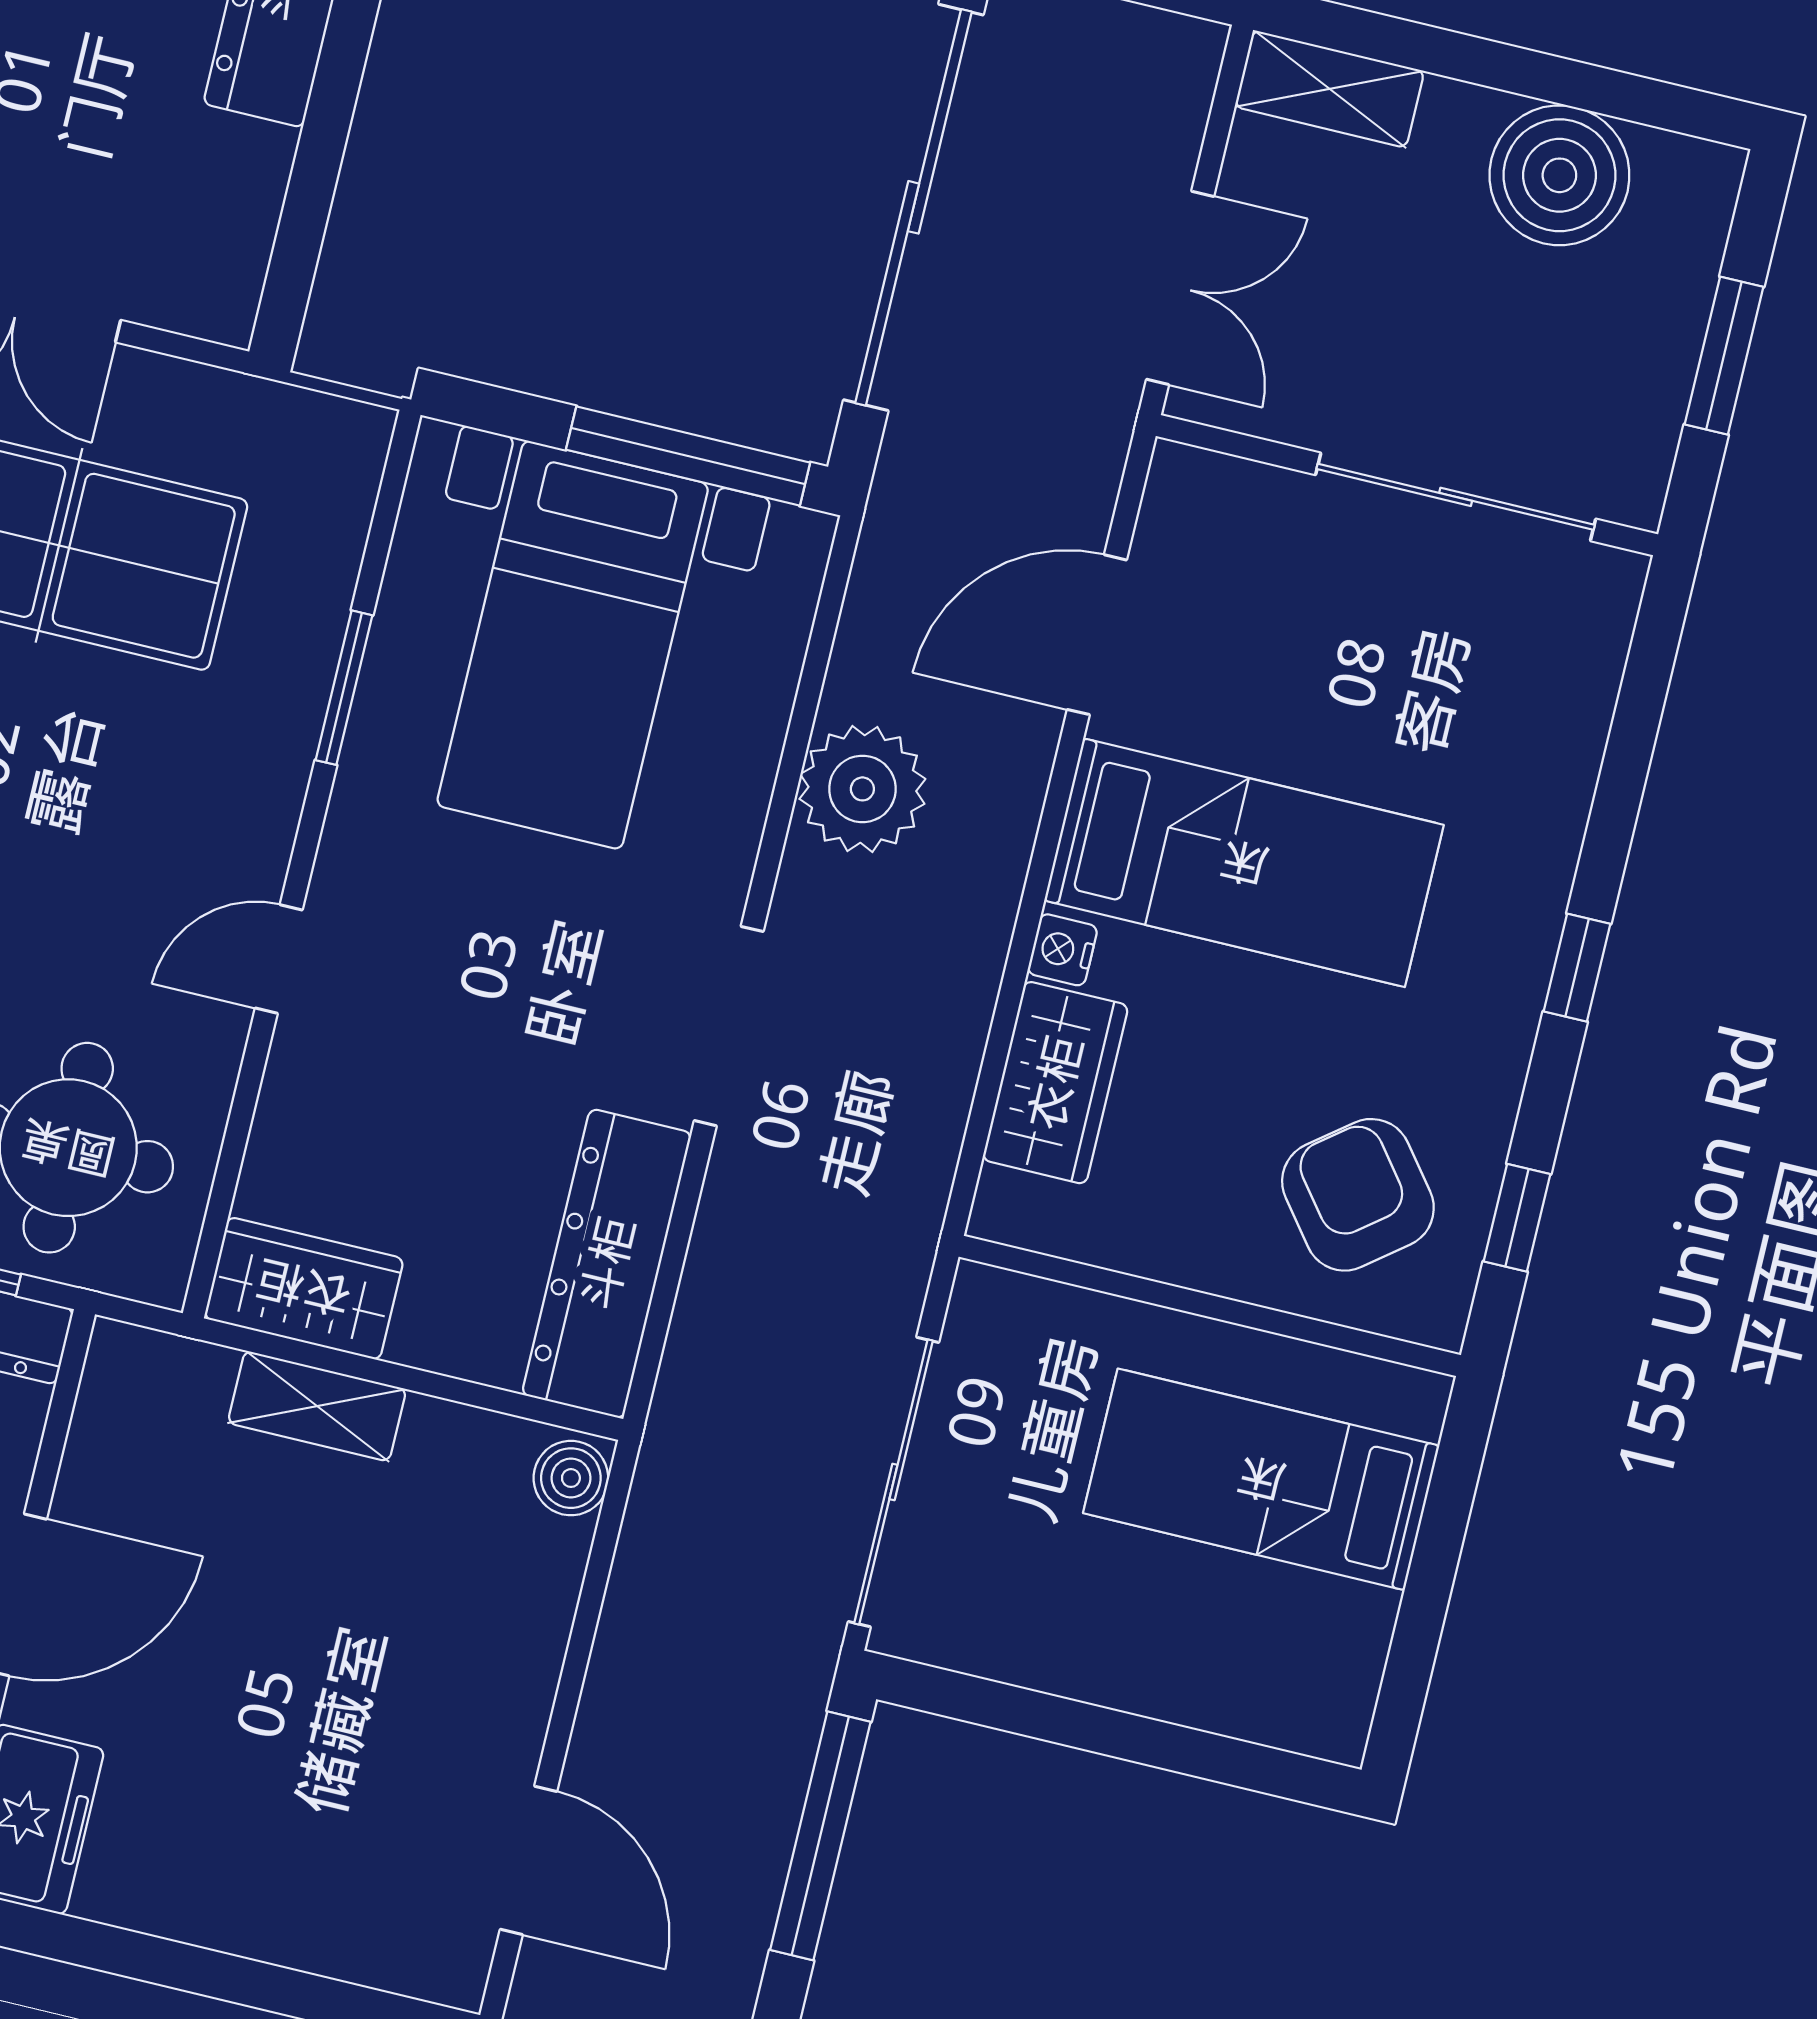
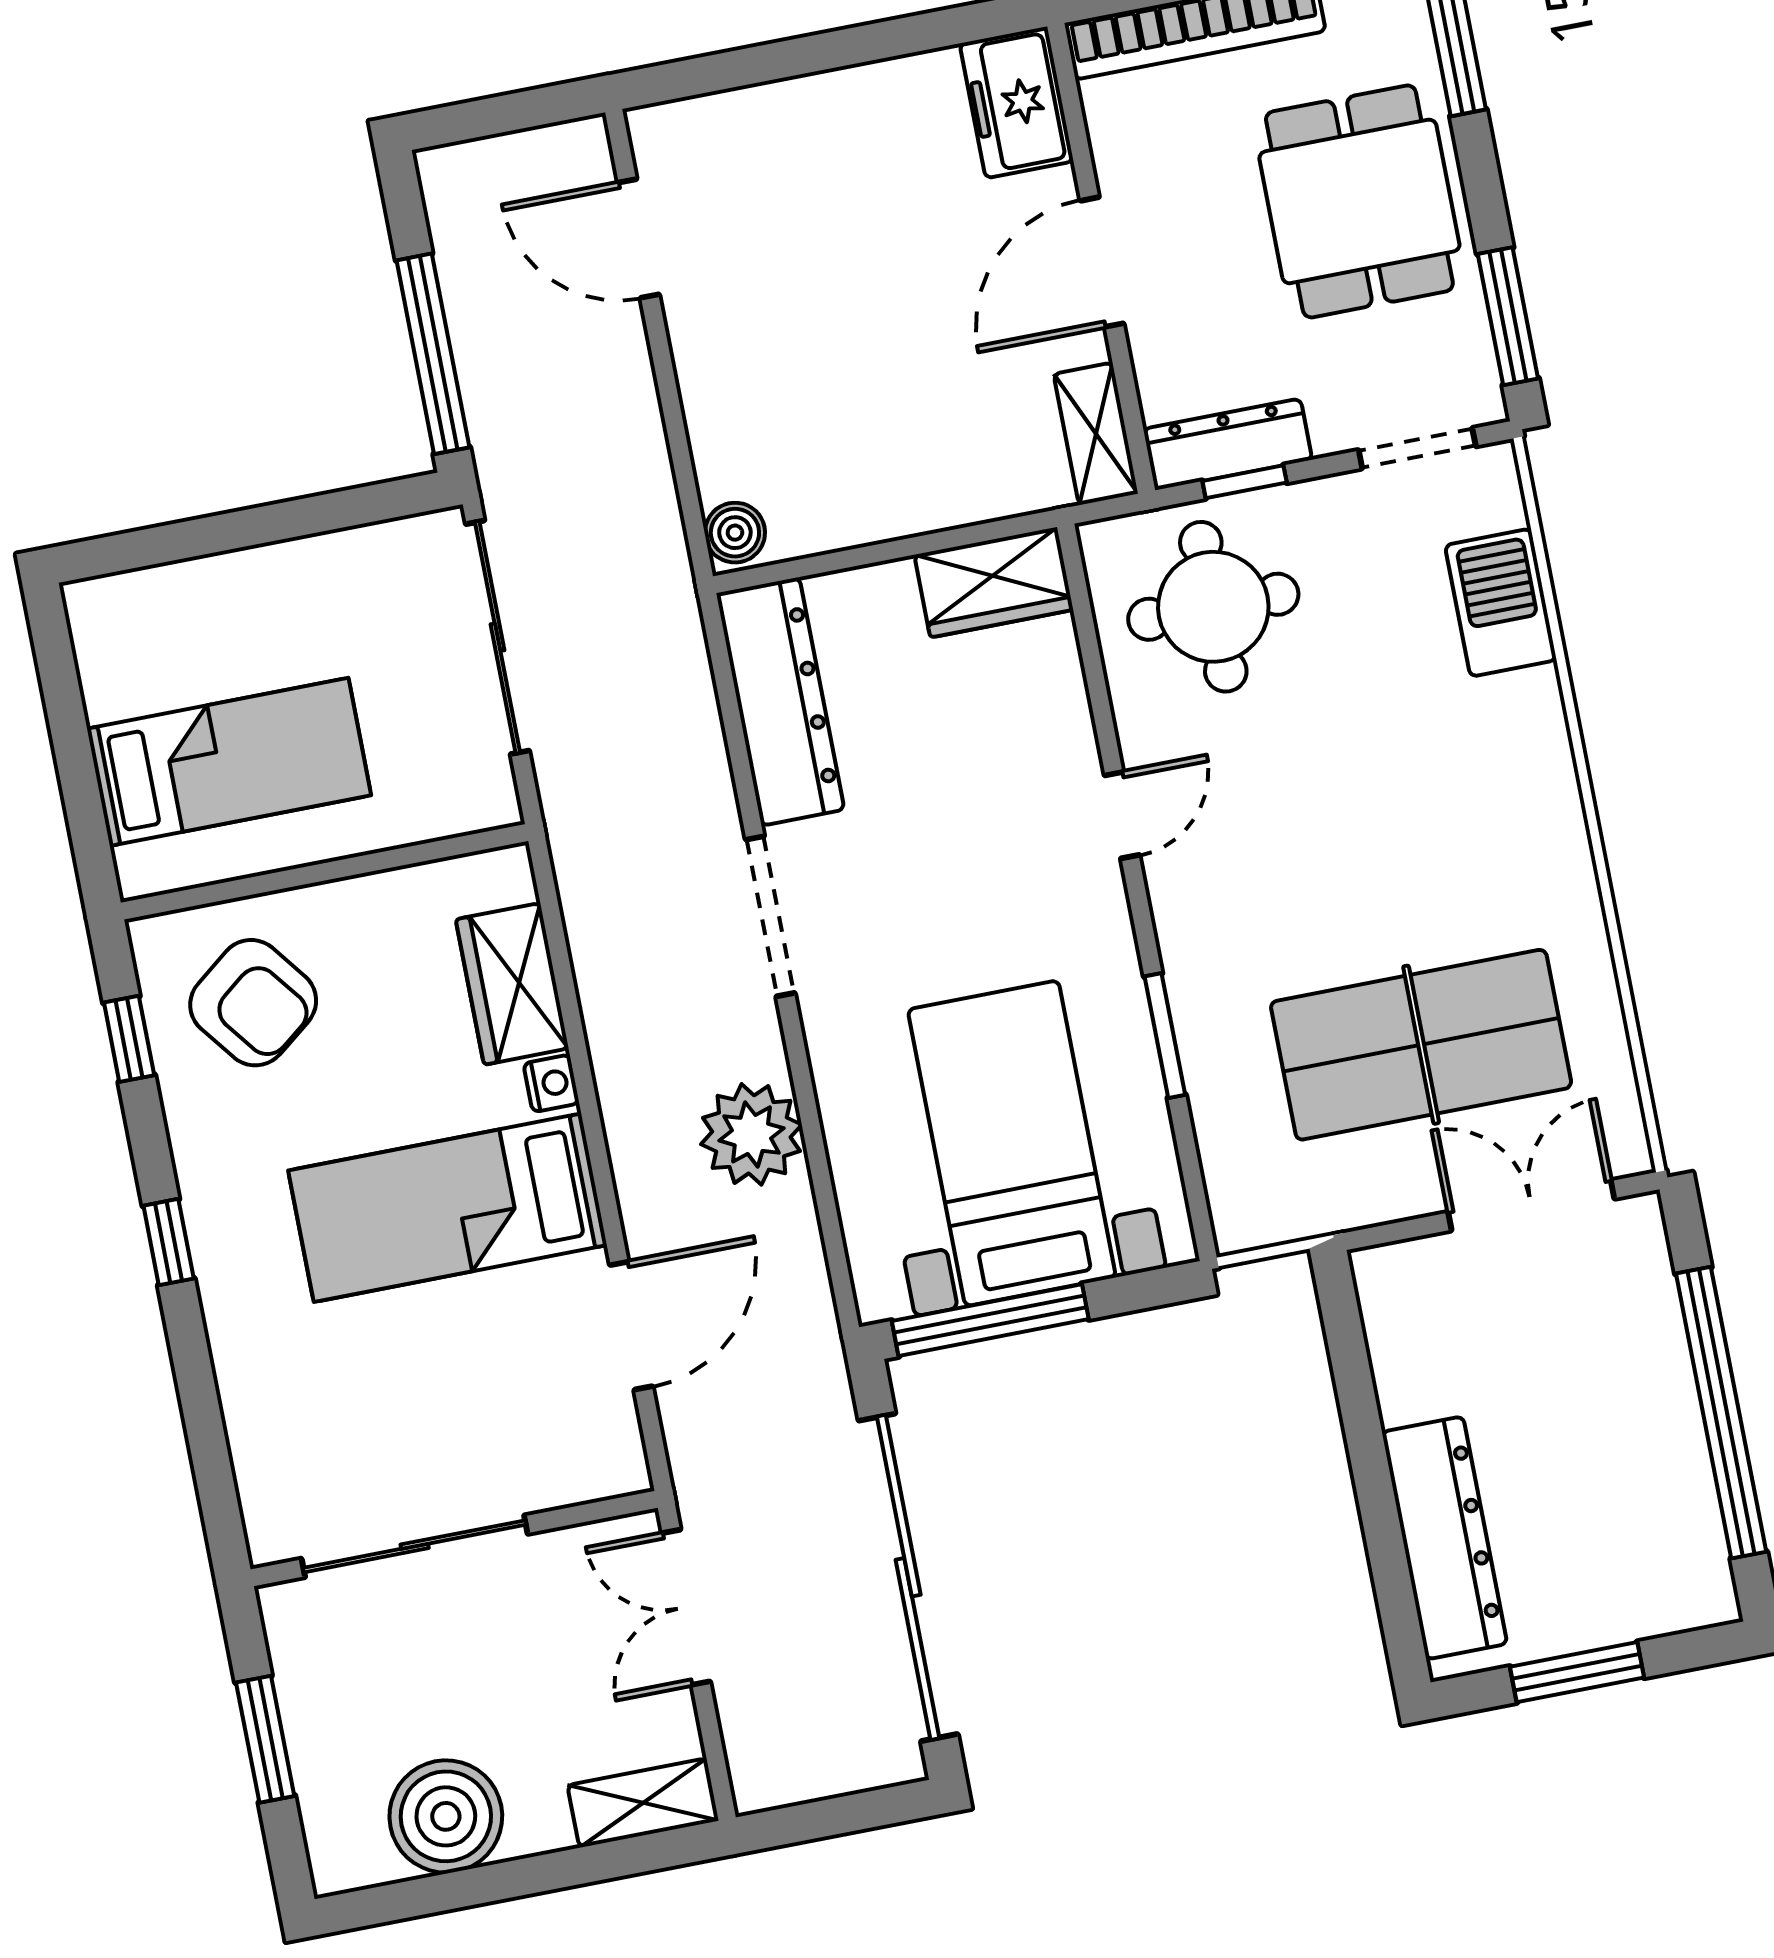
shelving: (317, 1406) -> (1096, 434), moved, turned 90

